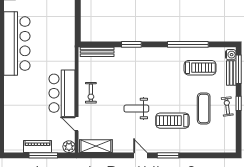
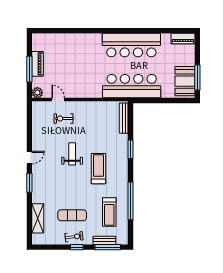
water cooler: (231, 55) -> (121, 240), removed
bar counter: (62, 93) -> (132, 86), moved, width x1.36
exercise bike: (91, 93) -> (64, 119), moved
treadmill: (172, 121) -> (98, 169), moved
door: (77, 124) -> (58, 100), hinge flipped
shelving: (96, 146) -> (38, 218), moved

